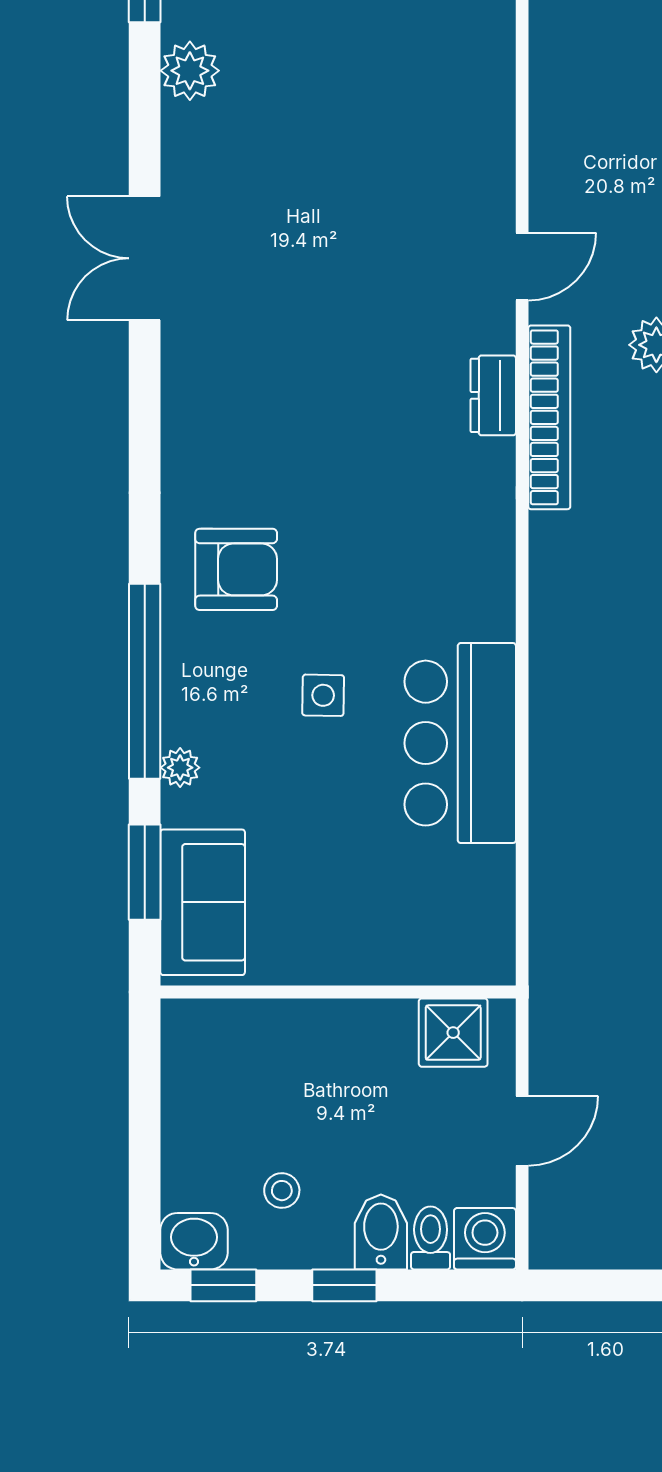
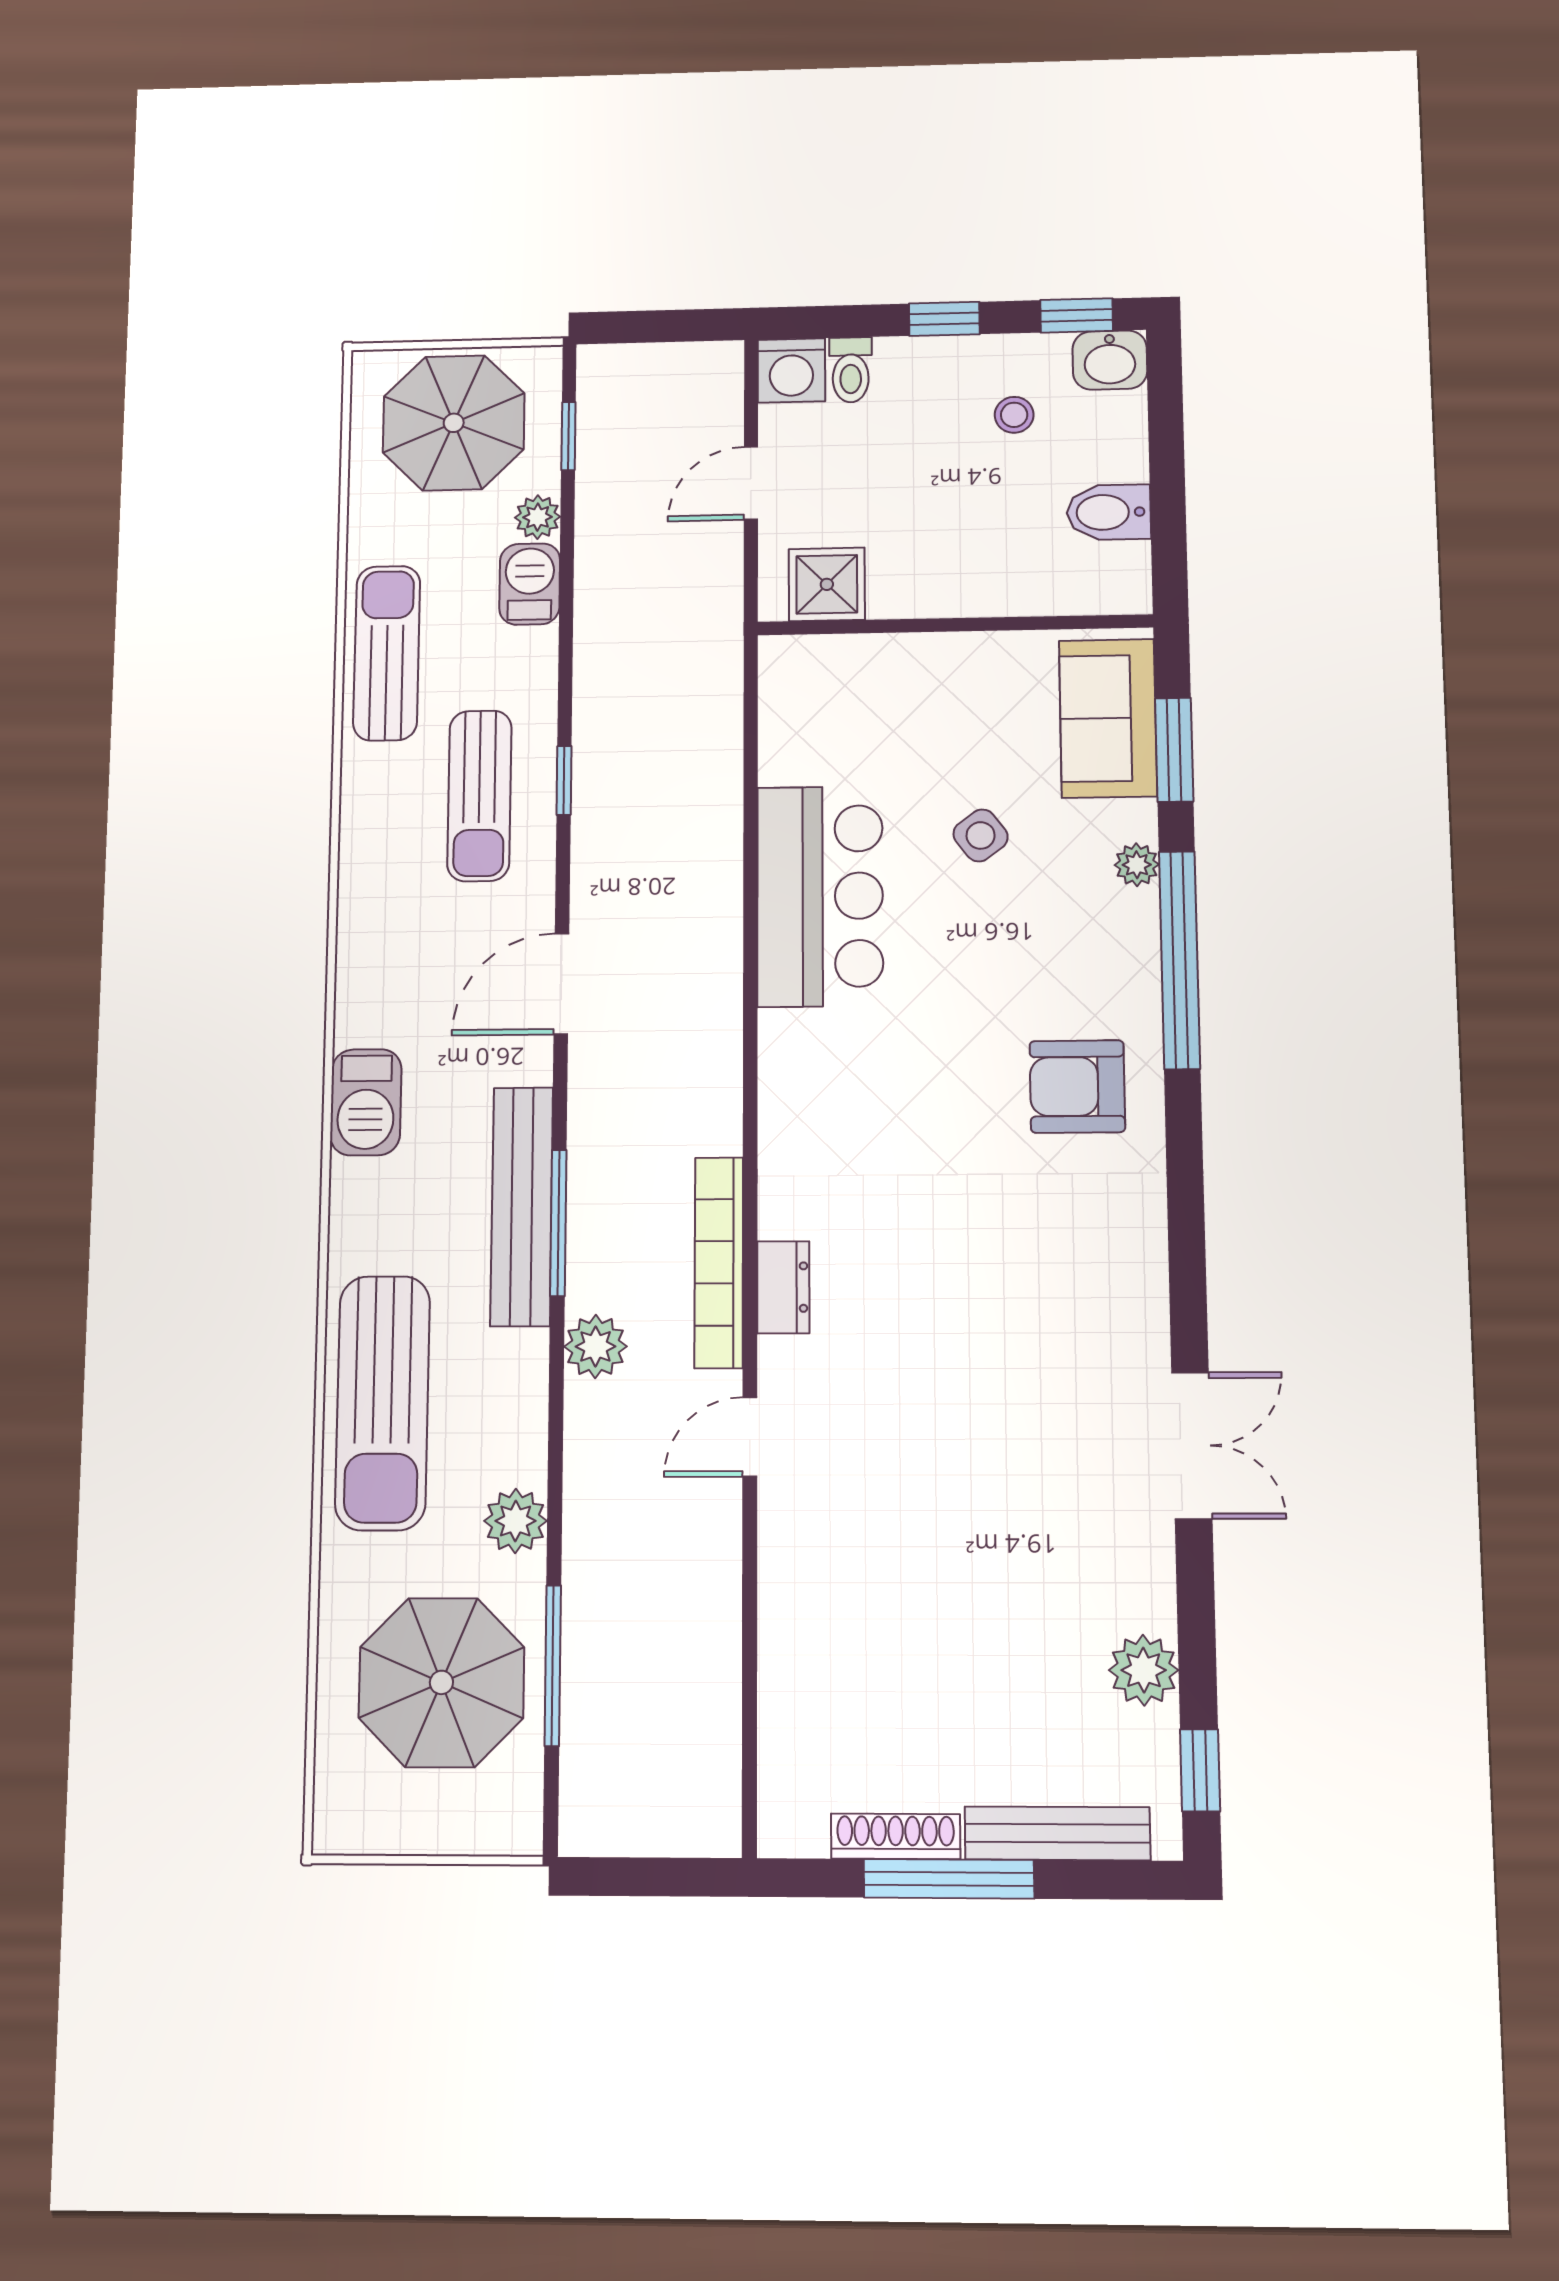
side table: (323, 695) -> (981, 835), moved, turned -38
bidet: (381, 1232) -> (1109, 512), moved, turned 90

